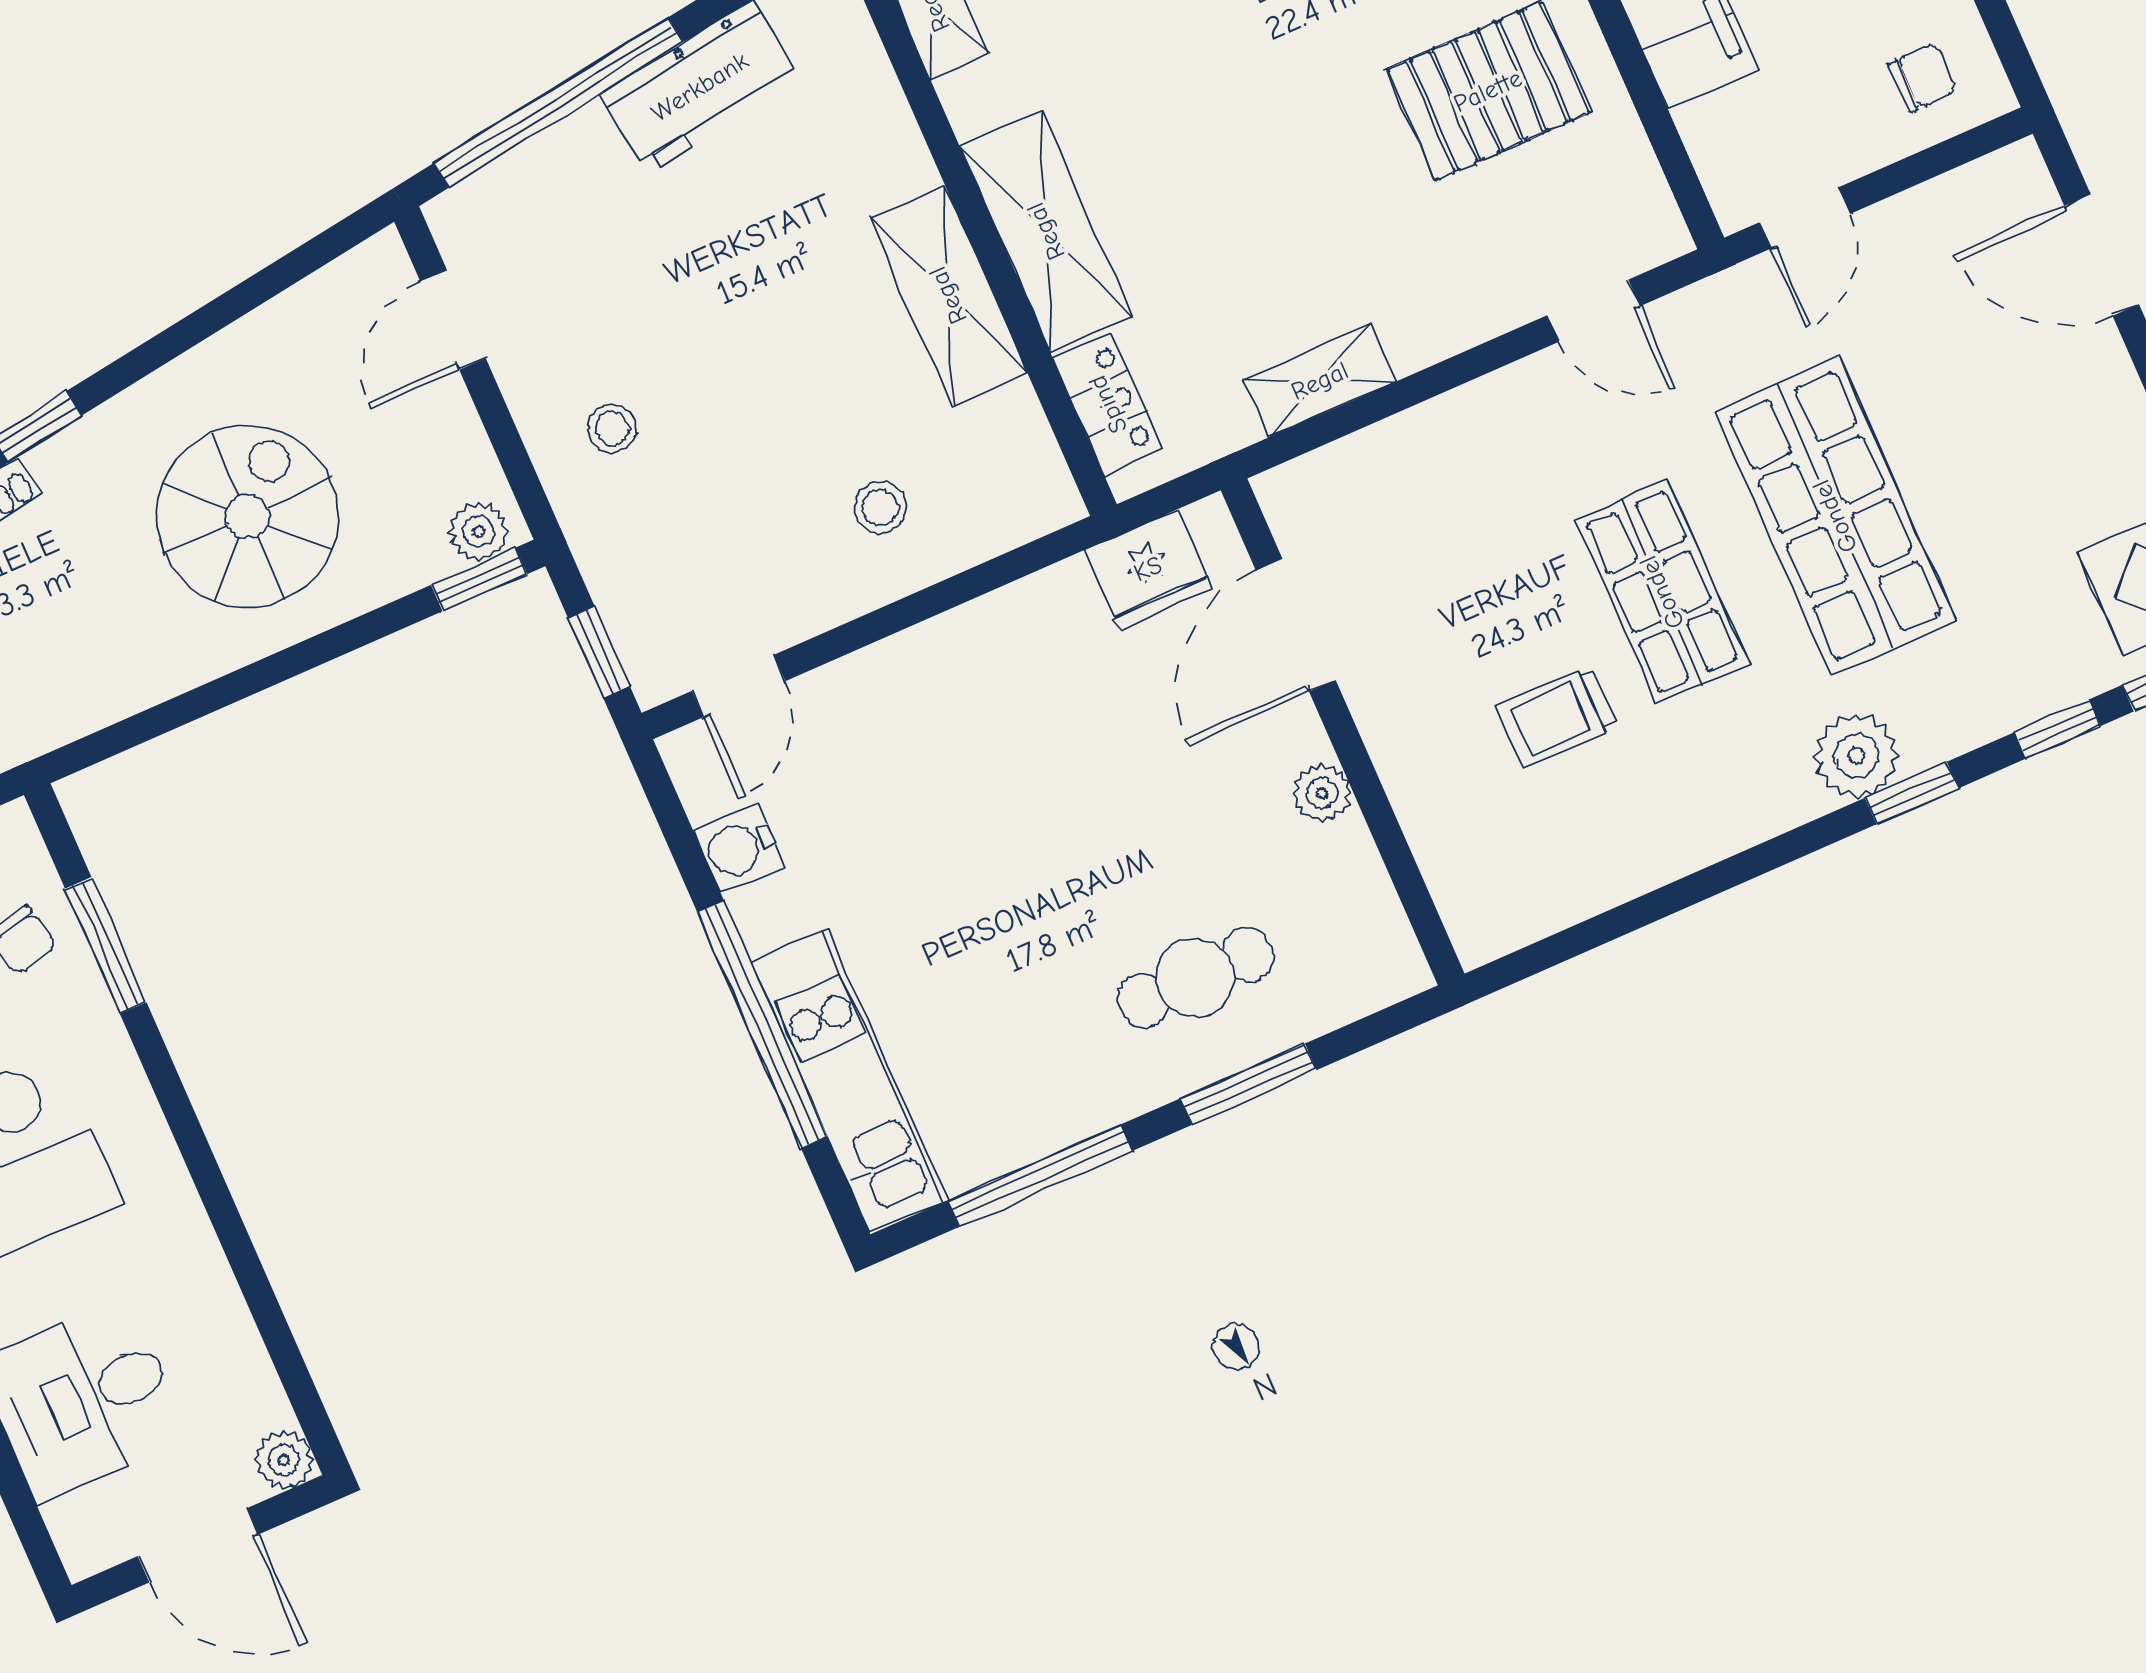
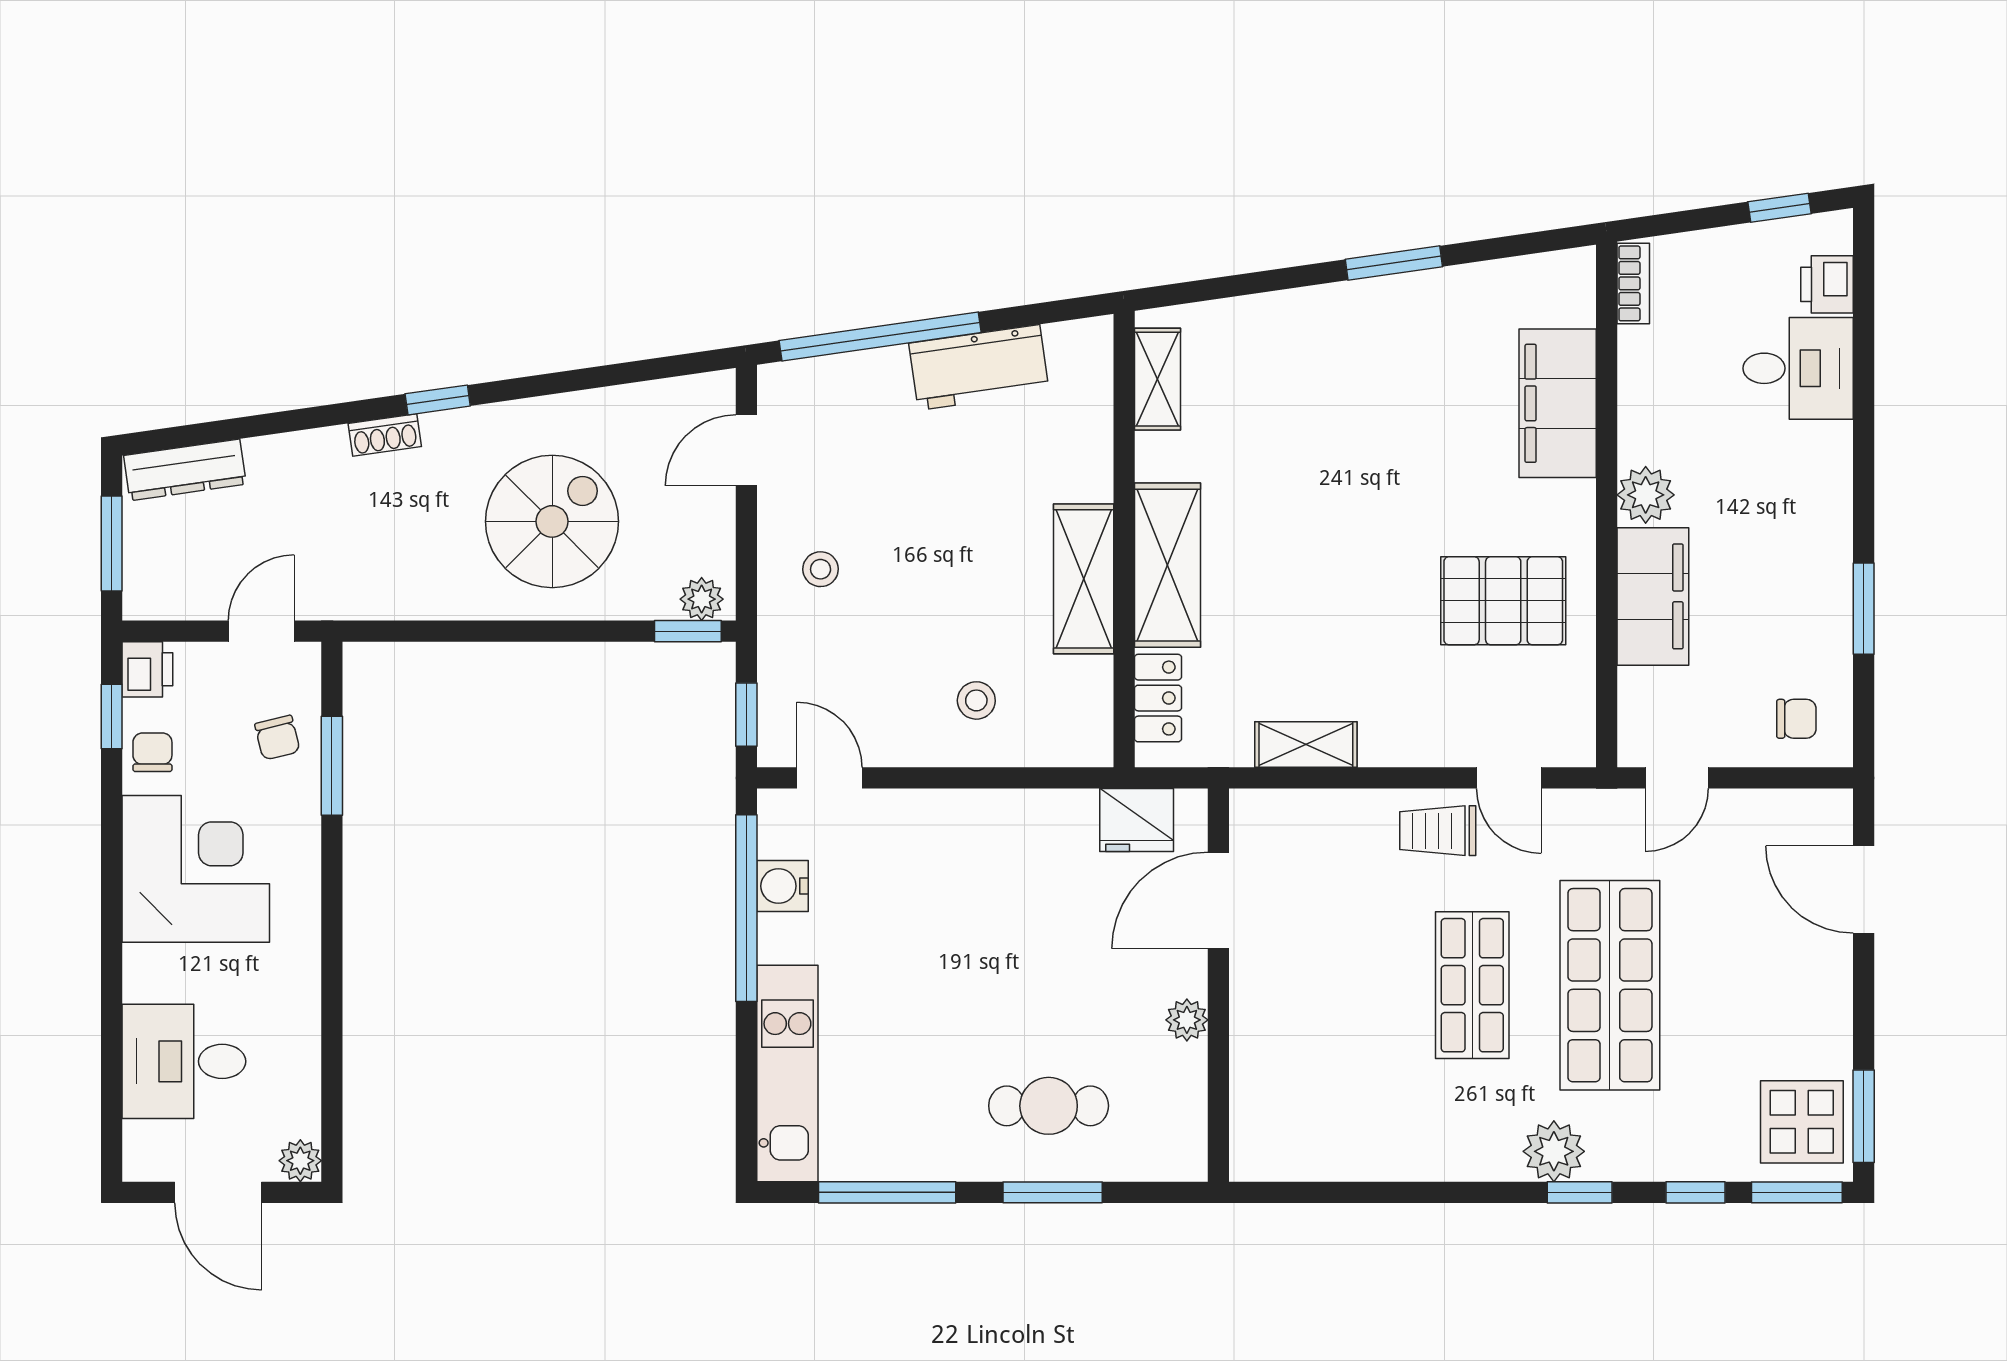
door: (739, 686) -> (830, 778), swing flipped
trolley: (1558, 717) -> (1438, 831), moved
window: (762, 1024) -> (746, 908), moved

